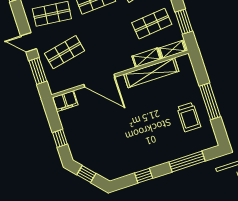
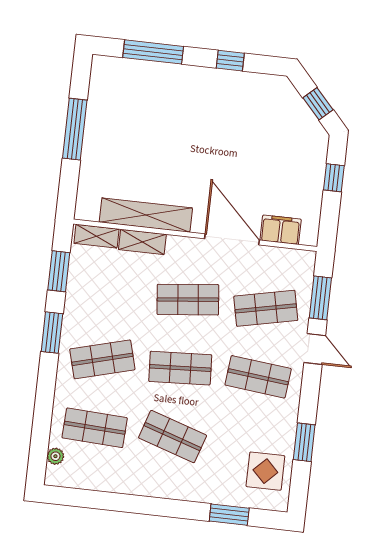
shop shelf: (152, 24) -> (188, 300), moved
filing cabinet: (65, 101) -> (281, 230), moved
trolley: (189, 117) -> (119, 120), removed

